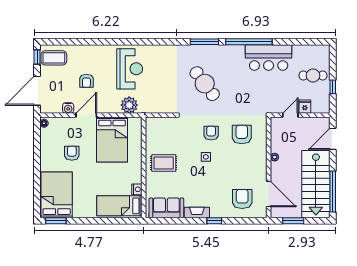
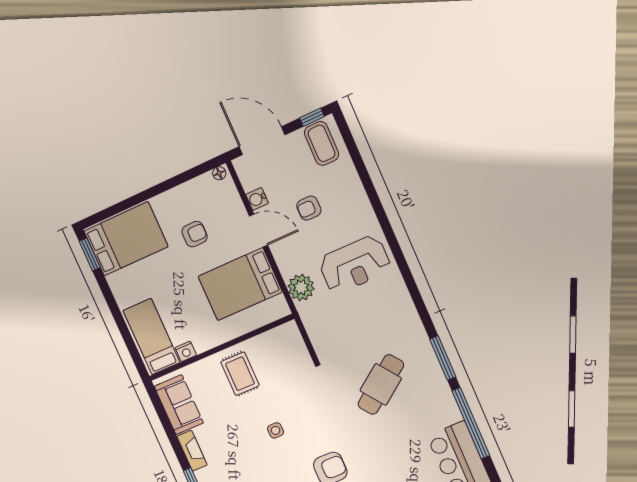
armchair: (211, 133) -> (313, 424), removed

